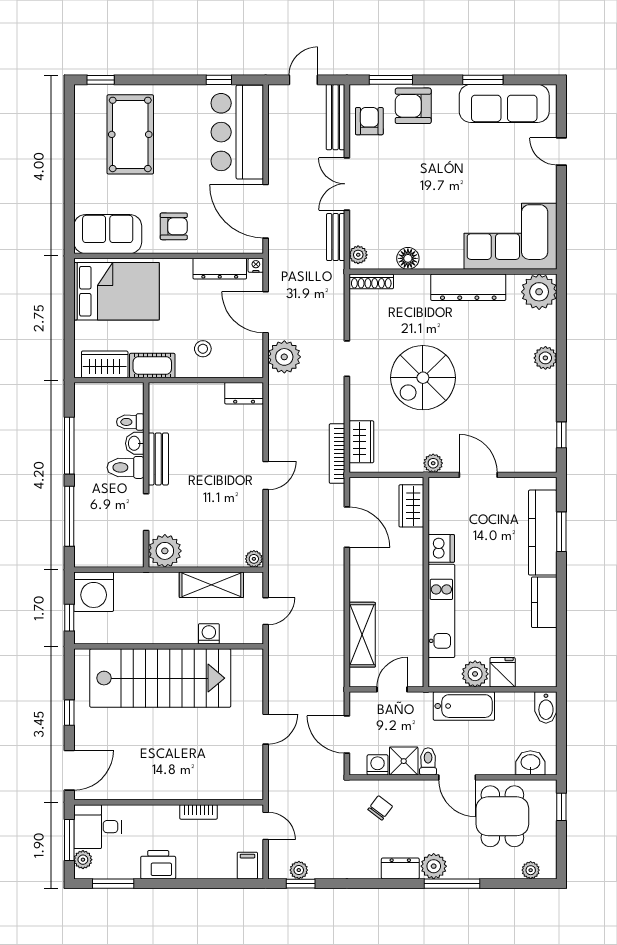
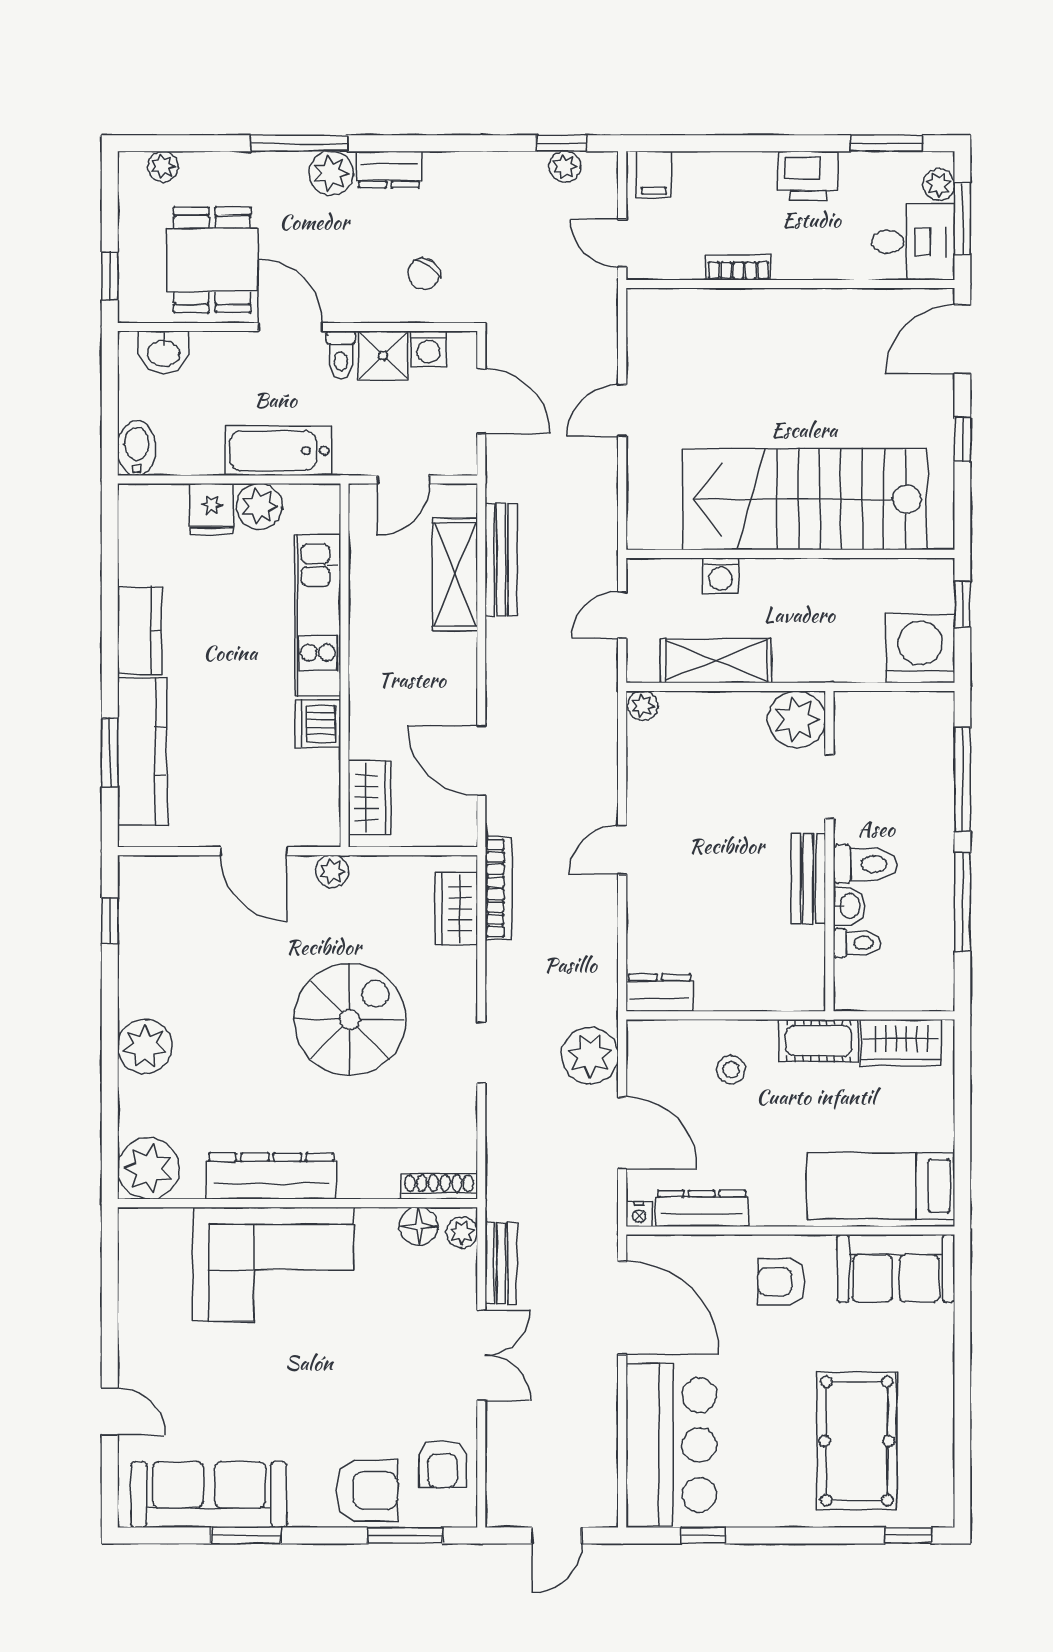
bench: (336, 117) -> (501, 560), moved
corner sofa: (511, 236) -> (273, 1264), moved
floor lamp: (408, 258) -> (419, 1226), moved
bed: (116, 291) -> (881, 1186), width x0.67
plant: (545, 358) -> (145, 1046), width x1.36, depth x1.36

